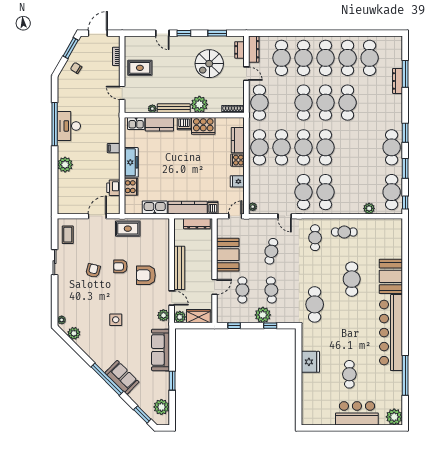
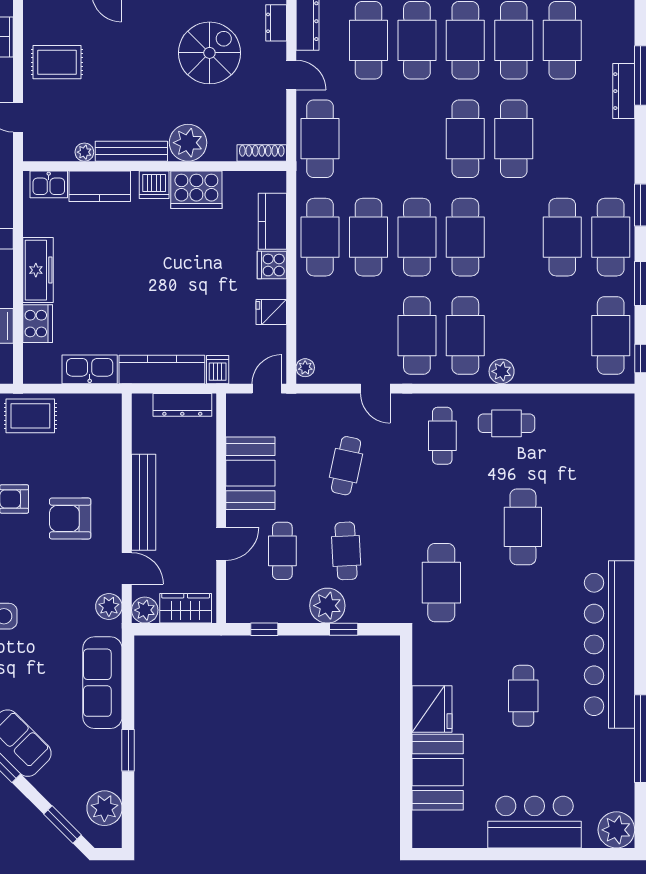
spiral stairs: (209, 64) -> (209, 53), turned 180
cafe table: (303, 103) -> (562, 237), moved
plant: (369, 208) -> (502, 371), moved
booth: (391, 276) -> (438, 772), moved
cafe table: (349, 374) -> (523, 696), moved

